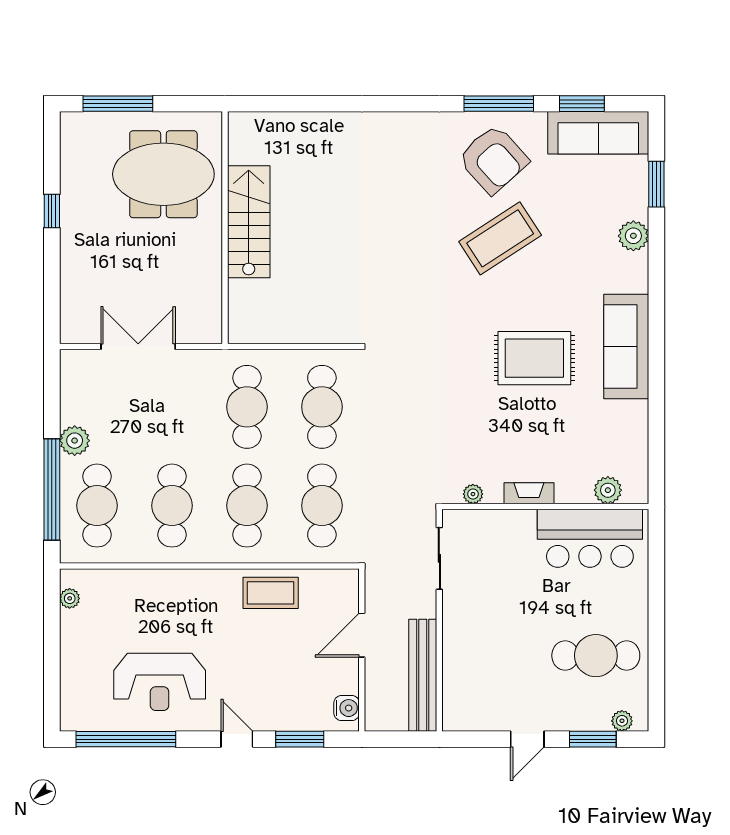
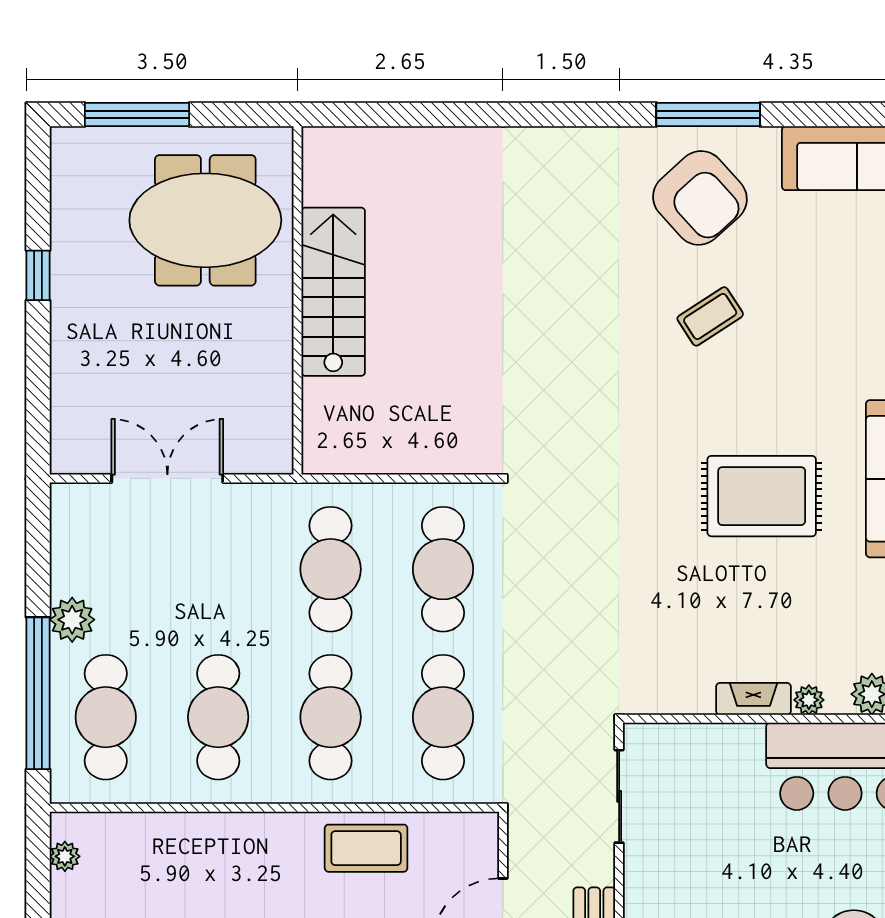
window: (582, 104) -> (833, 114), removed
coffee table: (500, 238) -> (710, 316), width x0.54, depth x0.58
plant: (473, 494) -> (809, 700), moved

